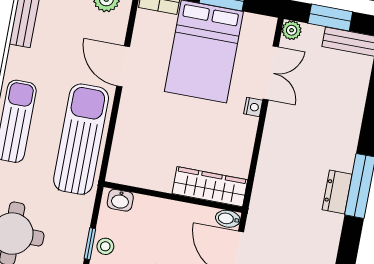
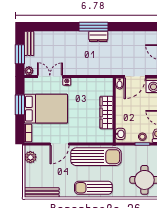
sun lounger: (81, 139) -> (96, 157), turned 180
wardrobe: (210, 187) -> (107, 112), moved

